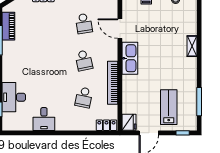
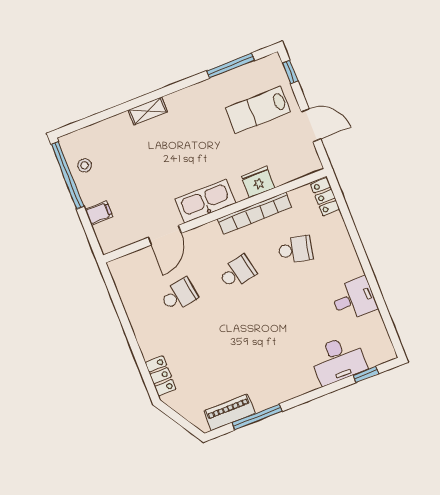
fridge: (129, 122) -> (258, 182), moved

